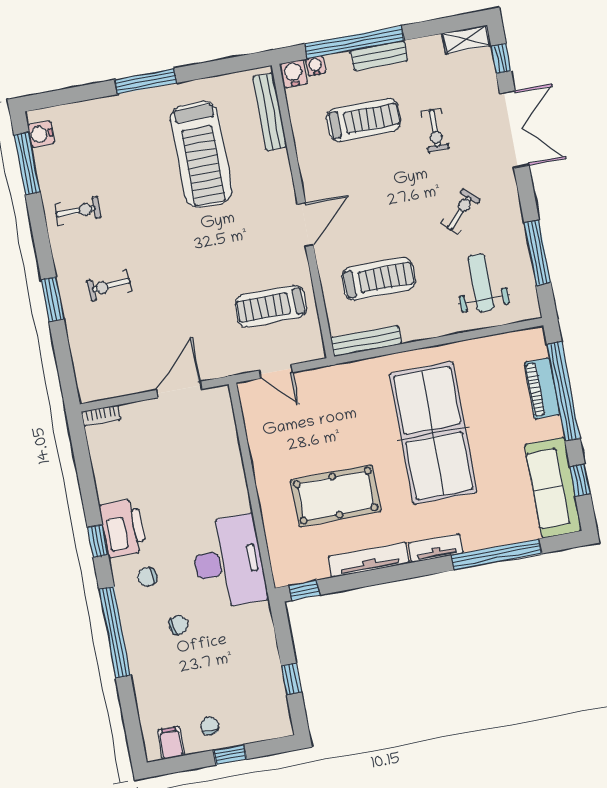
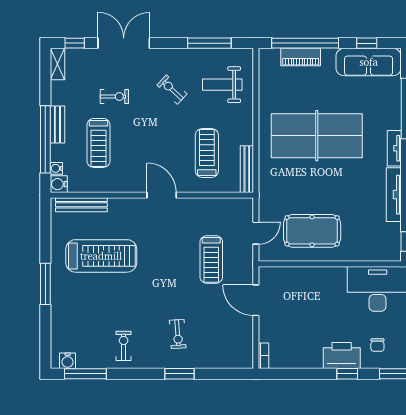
treadmill: (364, 120) -> (98, 143), turned 180
treadmill: (271, 306) -> (211, 259), moved
pool table: (336, 496) -> (312, 231), moved, turned 90

